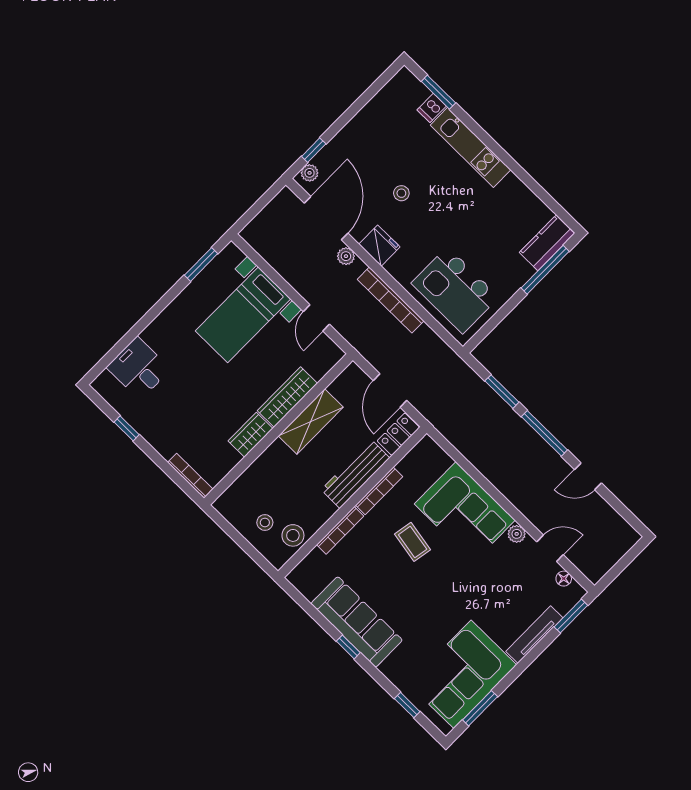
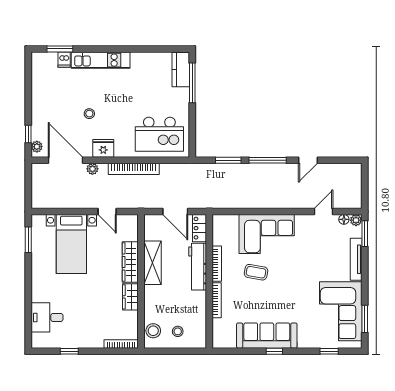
plant: (517, 534) -> (356, 220), moved
stool: (293, 535) -> (153, 331), moved

